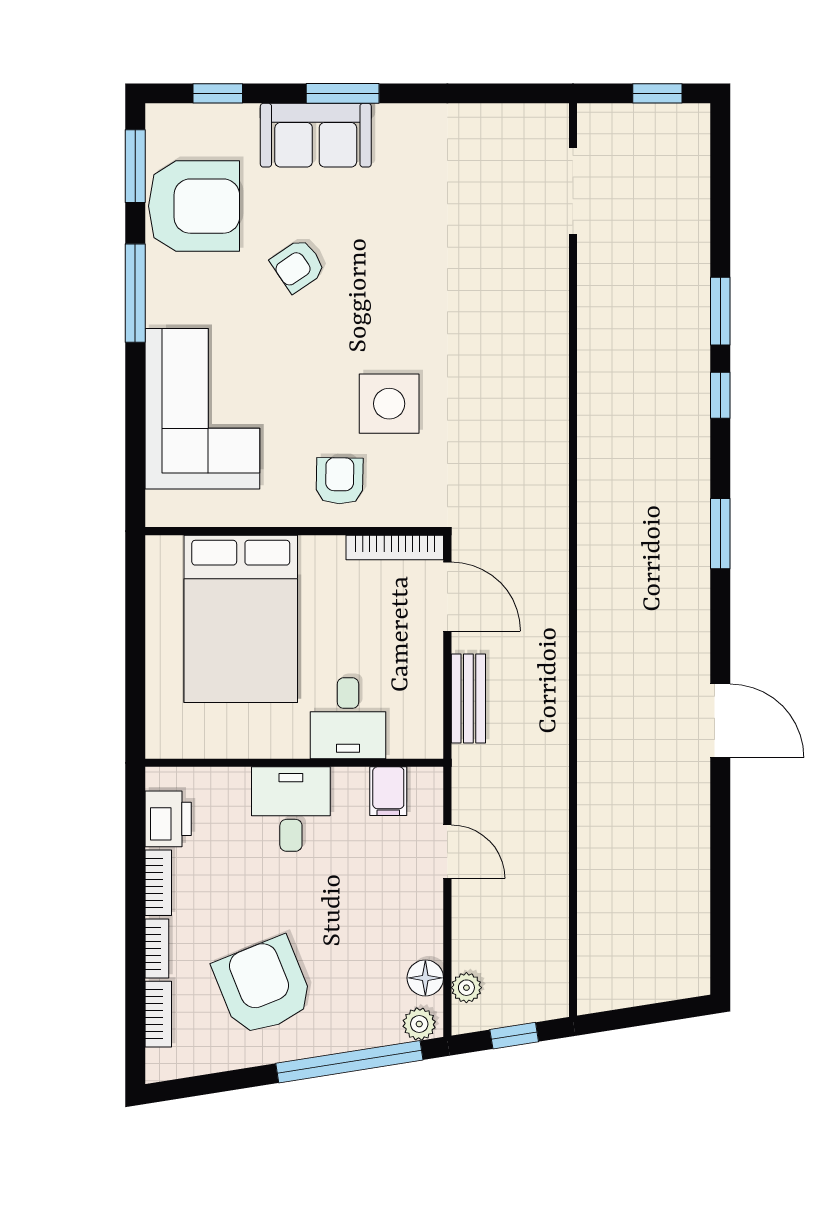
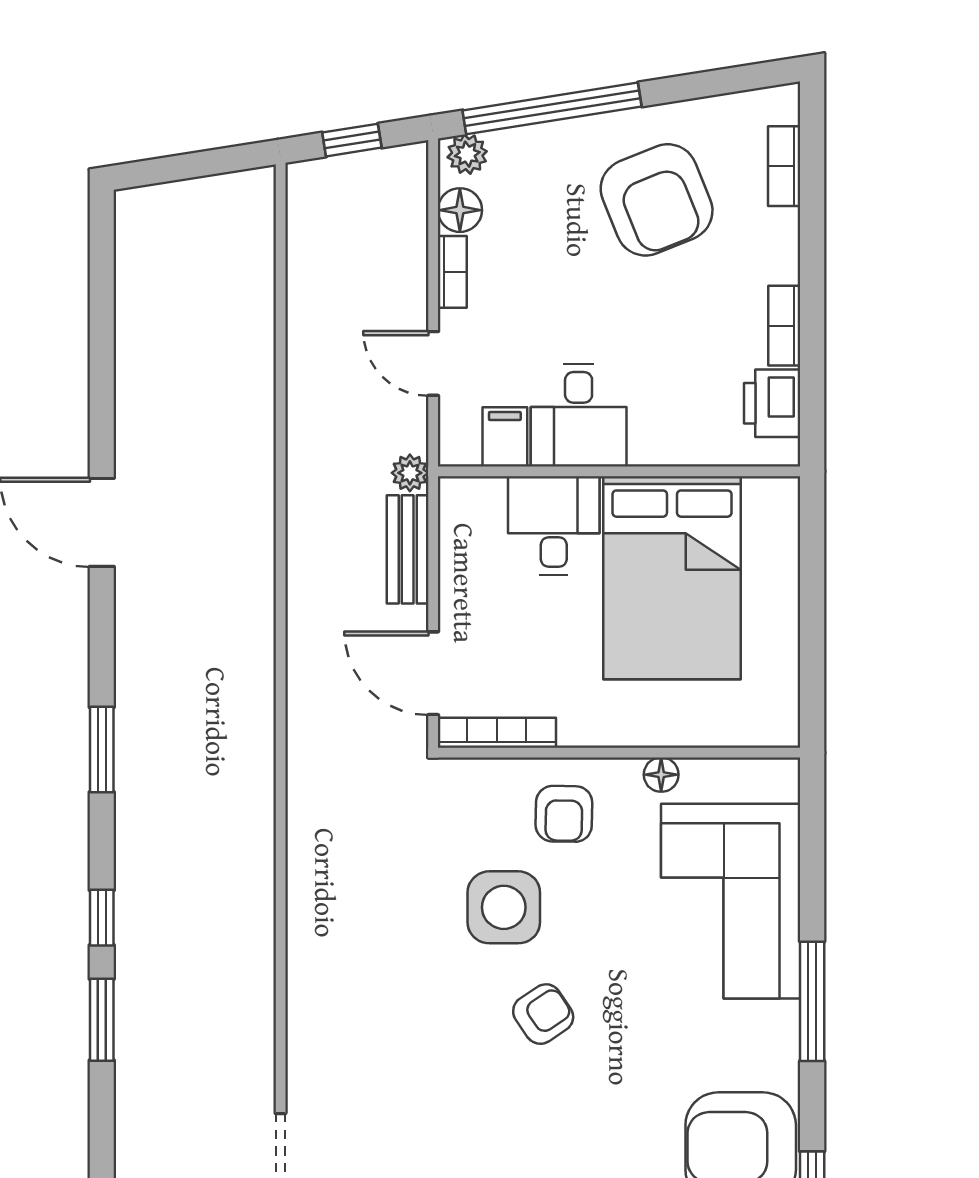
armchair: (298, 266) -> (543, 1014), moved
window: (135, 293) -> (812, 1001), moved
floor lamp: (260, 513) -> (661, 775), added
bed: (241, 619) -> (672, 578), moved, turned 180
desk: (291, 809) -> (579, 415), moved
bookcase: (157, 948) -> (452, 272), moved, turned 180
plant: (466, 988) -> (410, 473), moved

